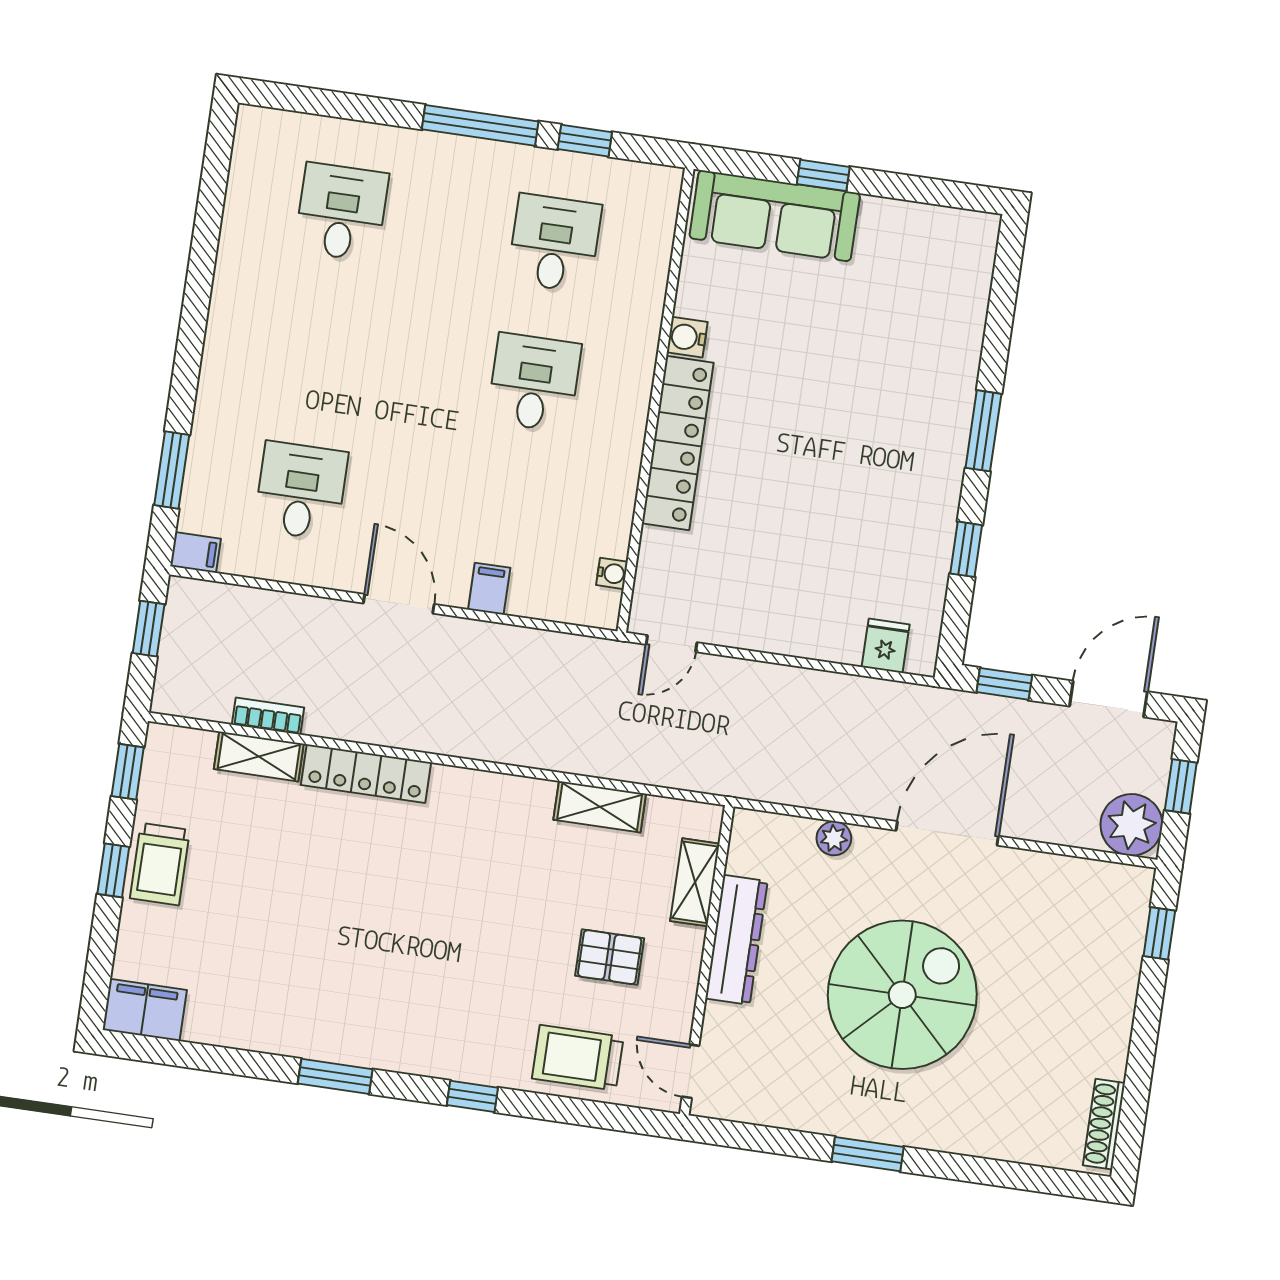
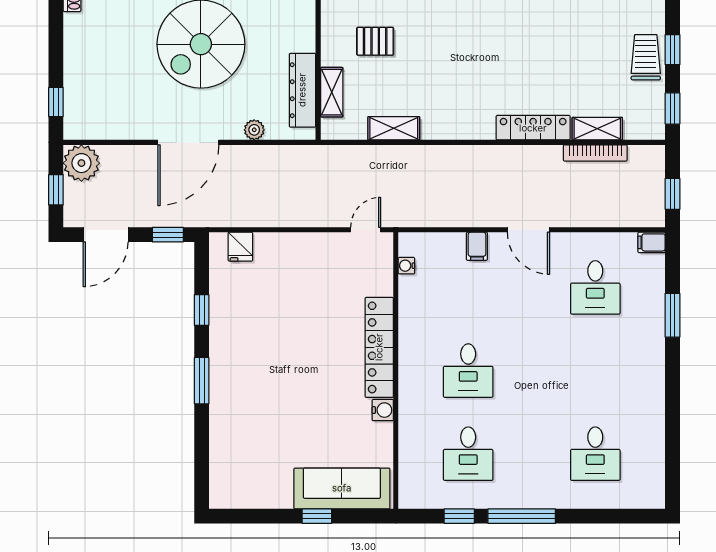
window: (172, 470) -> (673, 315), moved
bookcase: (268, 716) -> (595, 153), width x1.56
dresser: (736, 940) -> (302, 90), moved

